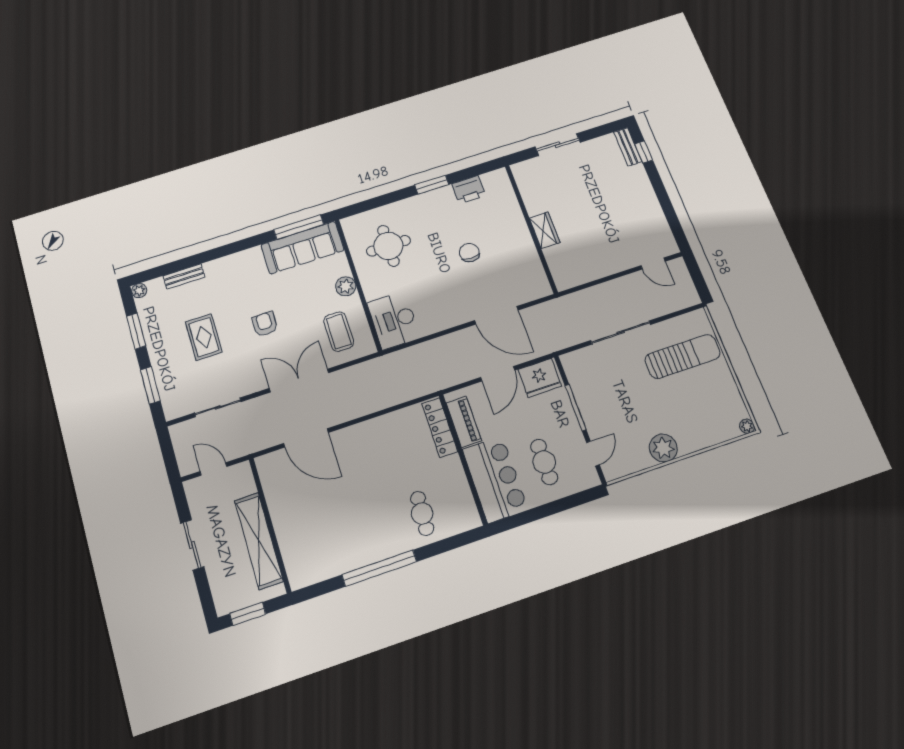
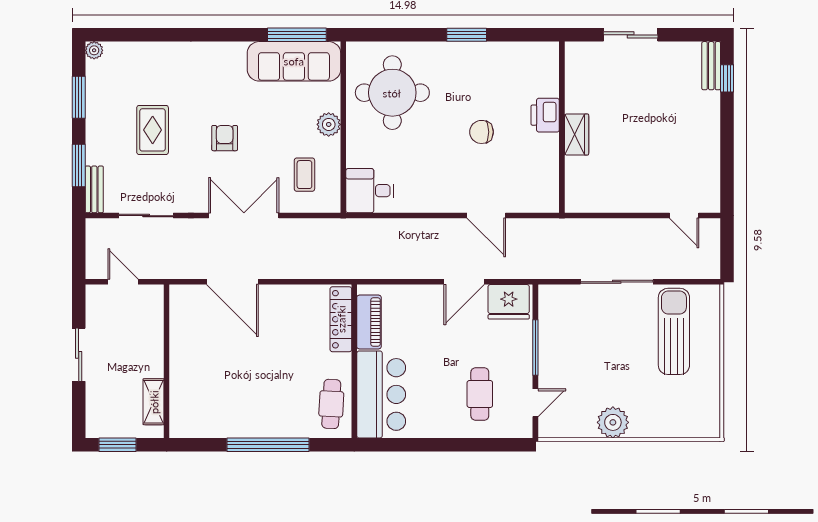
printer: (469, 190) -> (545, 115), moved, turned 90
round table: (388, 246) -> (392, 93), width x1.36, depth x1.36
chair: (469, 253) -> (481, 132), turned -90
bench: (184, 276) -> (94, 189), moved, turned 90
door: (496, 315) -> (486, 216), width x0.73
desk: (394, 320) -> (370, 191), width x0.73
coffee table: (339, 332) -> (304, 175), width x0.73, depth x0.77
sun lounger: (683, 356) -> (674, 331), turned -90
piano: (464, 422) -> (369, 322), moved
plant: (747, 426) -> (712, 430), removed
locker: (440, 427) -> (341, 319), moved
wall: (463, 459) -> (354, 361), moved
bar counter: (495, 479) -> (381, 394), moved
shelving: (259, 541) -> (154, 402), width x0.45, depth x0.75

